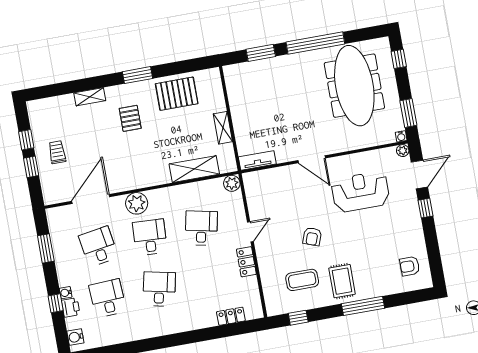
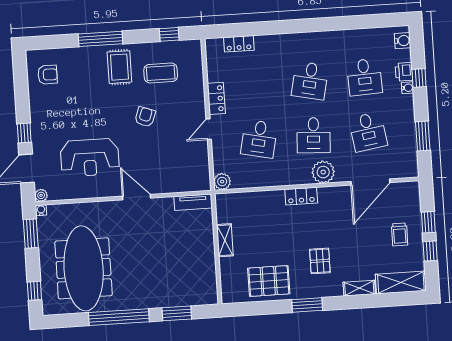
shelving: (194, 169) -> (401, 282), moved
locker: (155, 178) -> (301, 196), added

